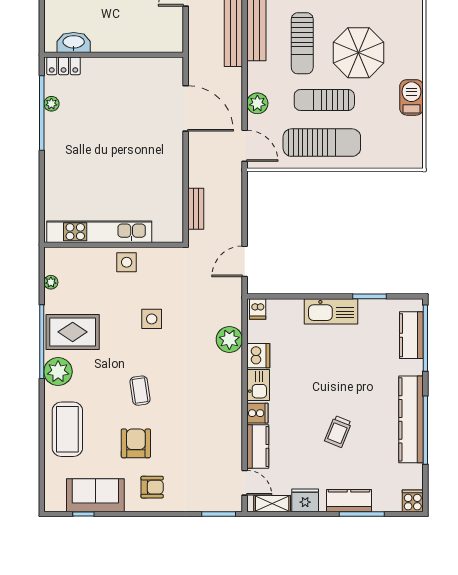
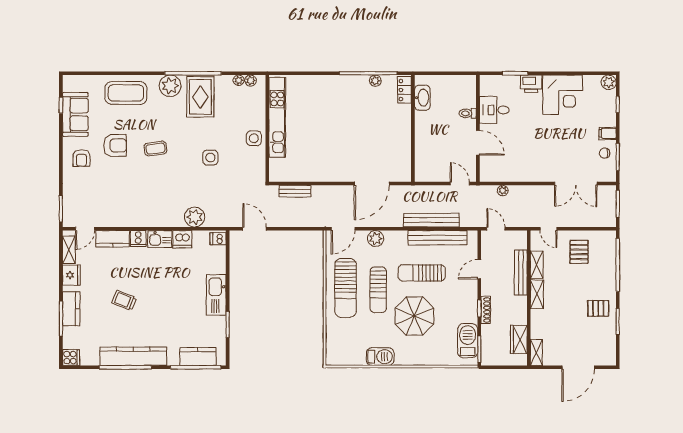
sun lounger: (324, 100) -> (378, 290), turned 180
plant: (51, 266) -> (251, 81), added

